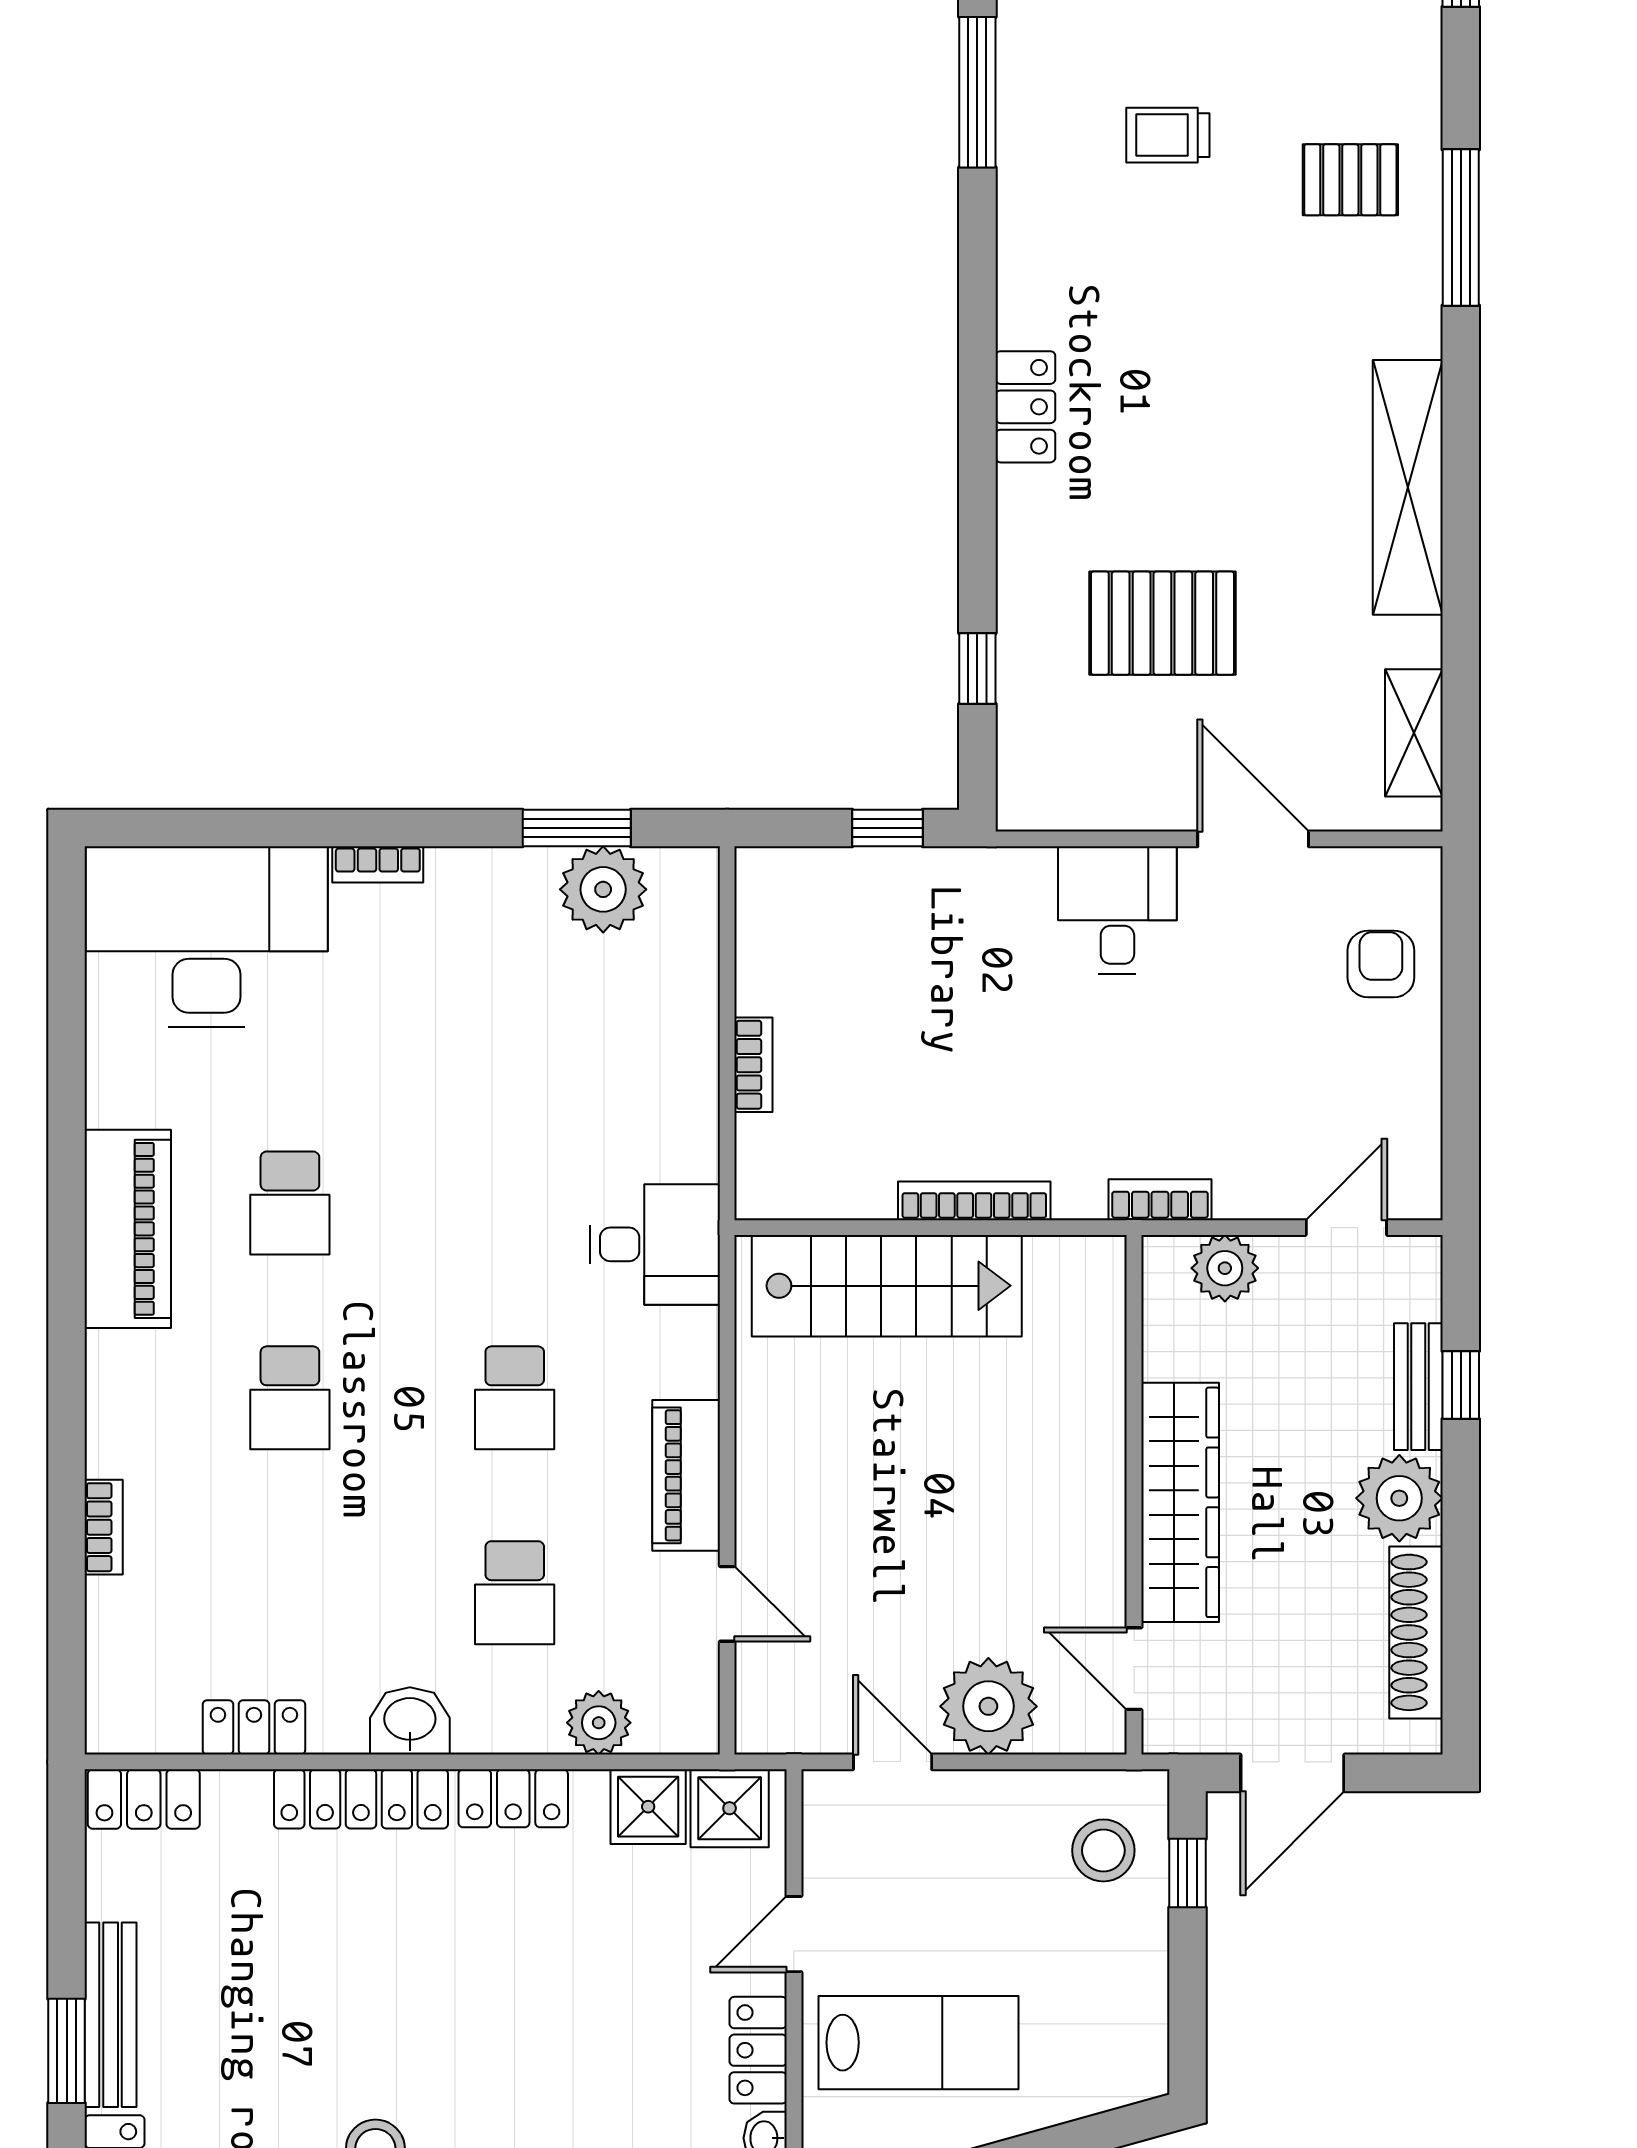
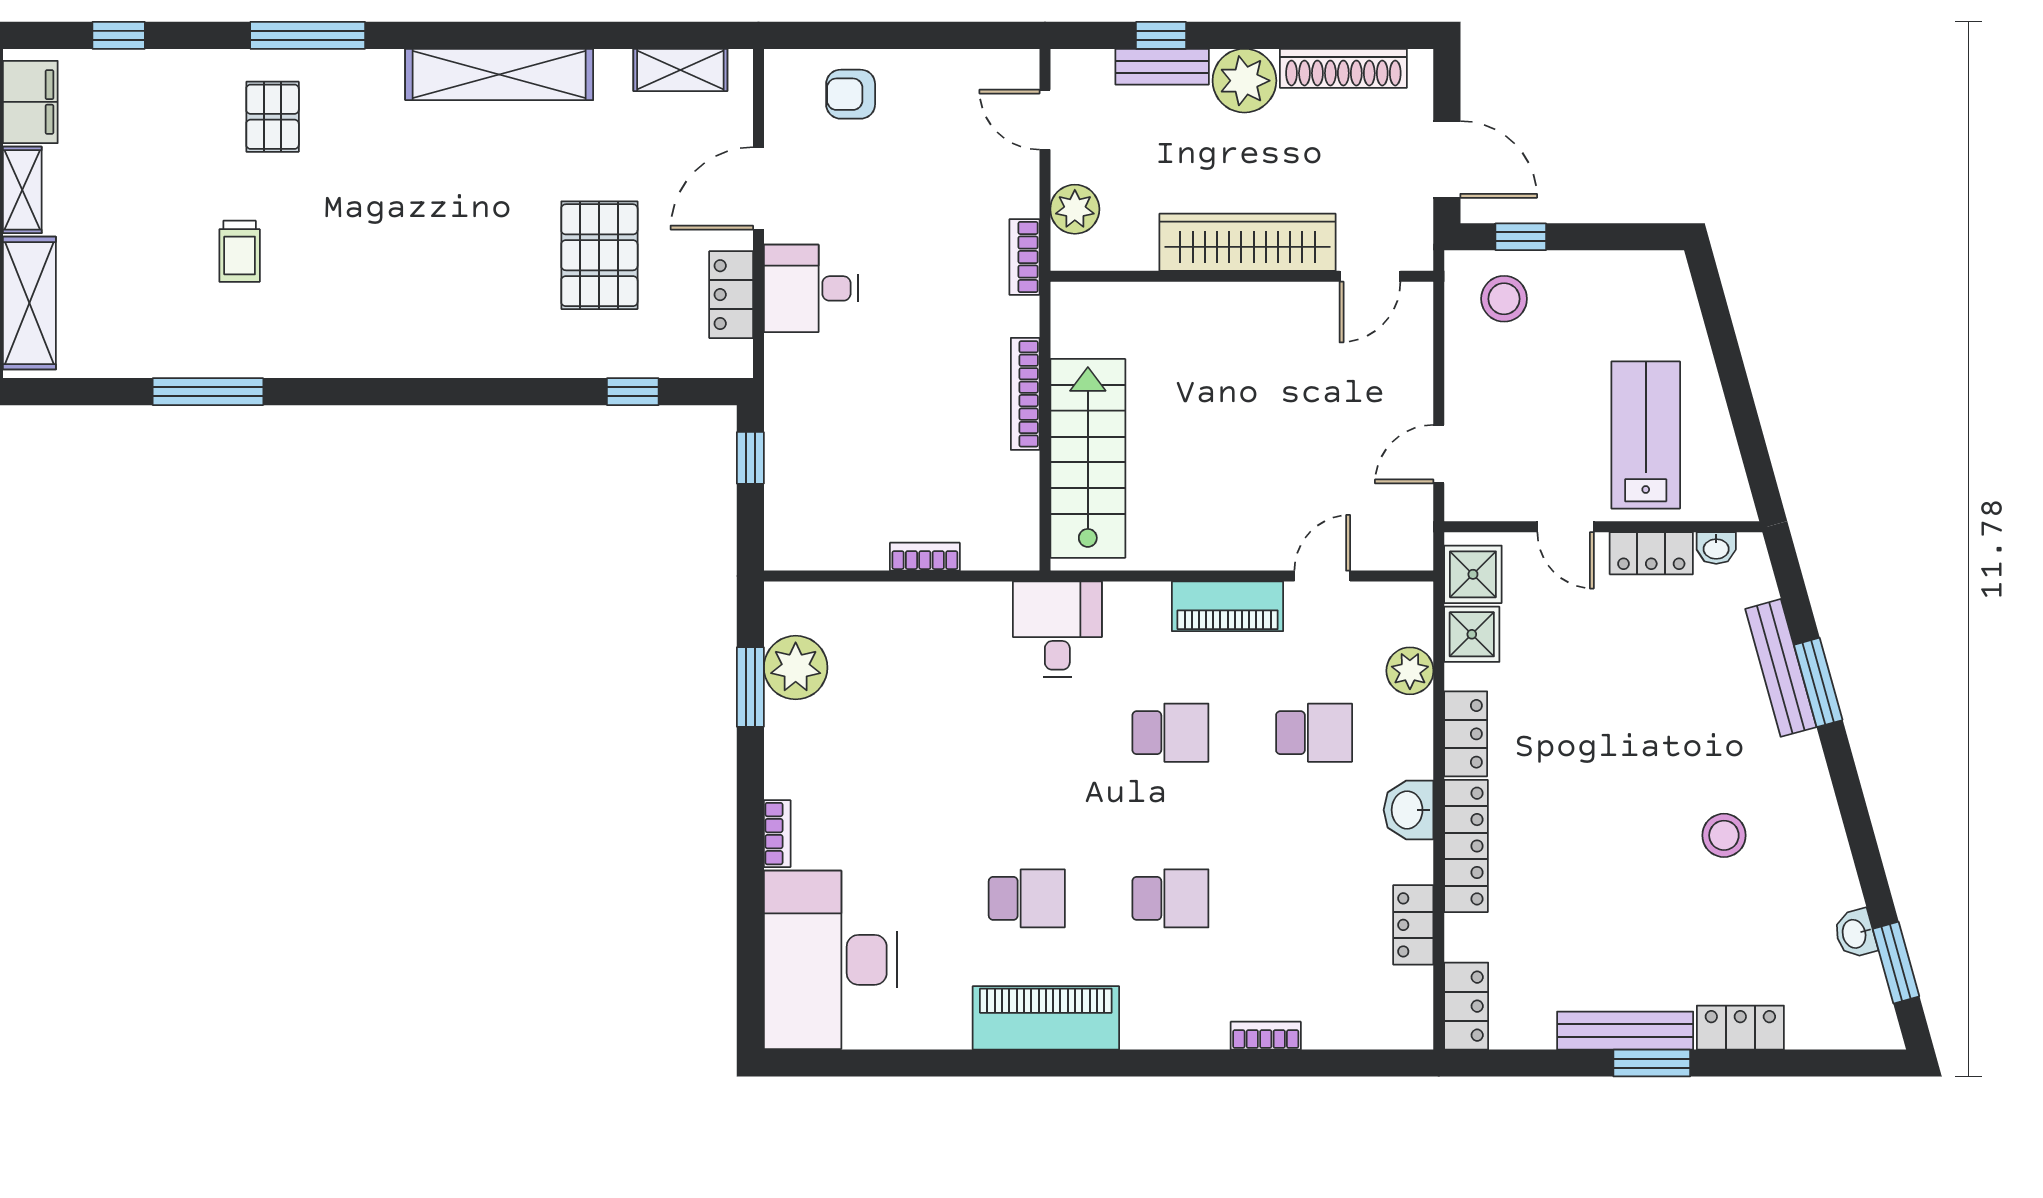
locker: (1025, 407) -> (731, 295), moved, turned -90
plant: (988, 1706) -> (1398, 383), removed

